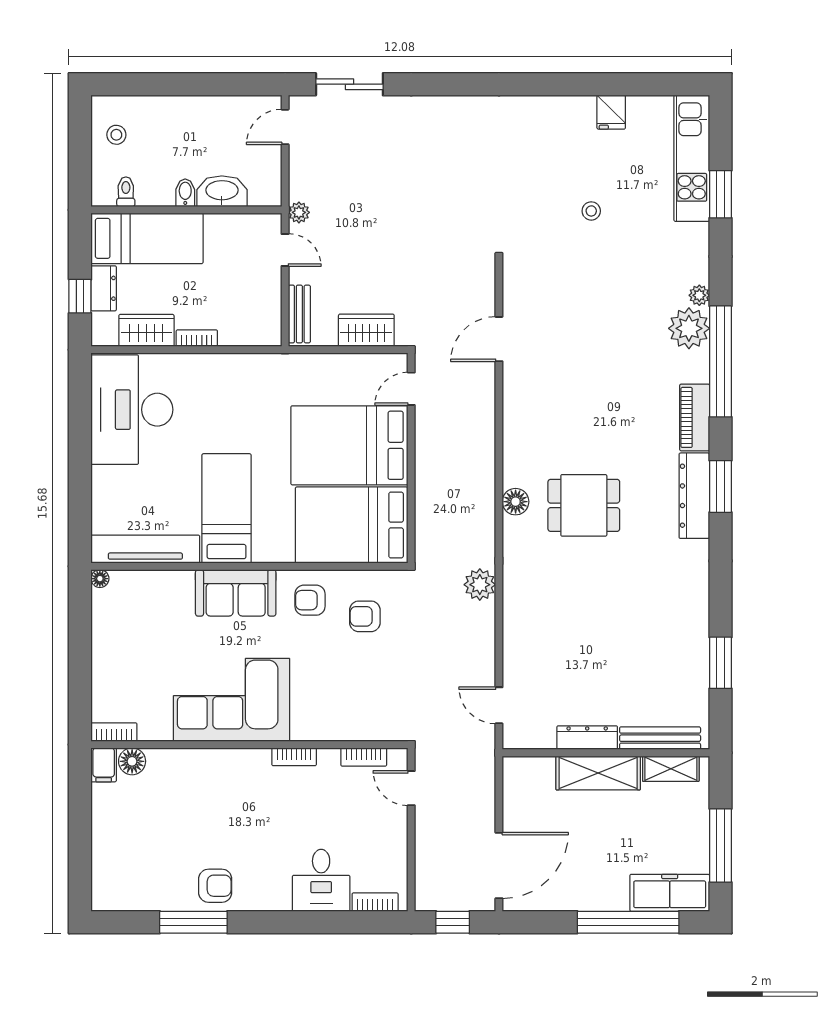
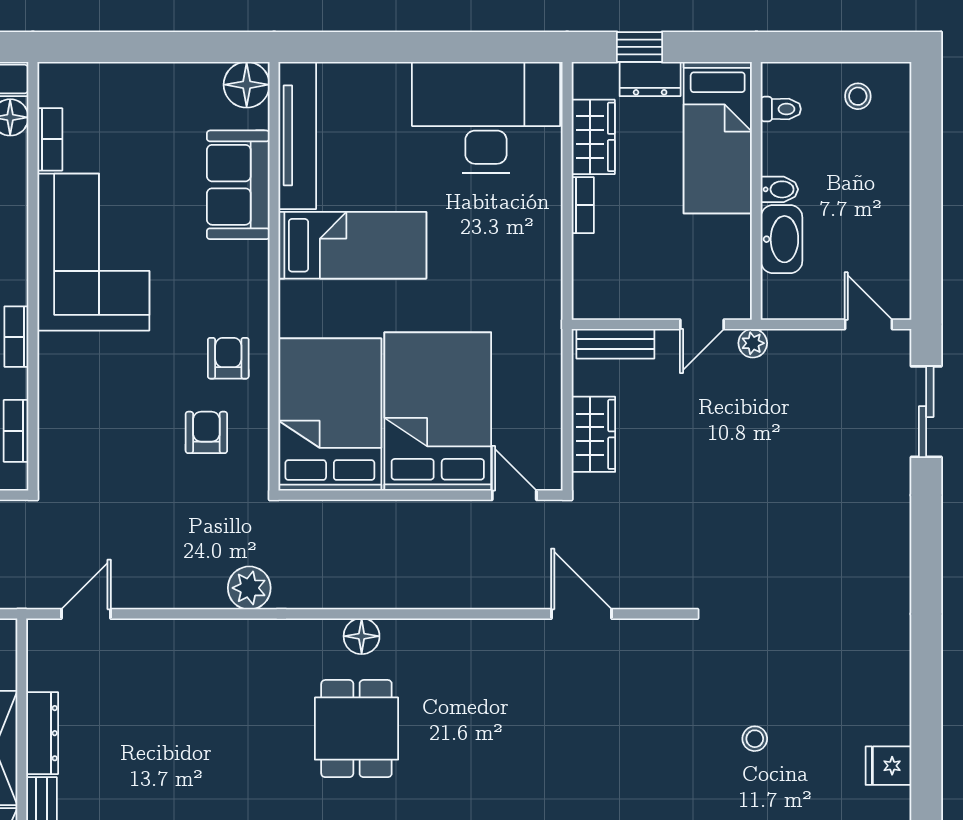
floor lamp: (100, 579) -> (247, 85), width x1.89, depth x1.89
sofa: (236, 593) -> (238, 185), moved
bookcase: (114, 732) -> (50, 139), moved

